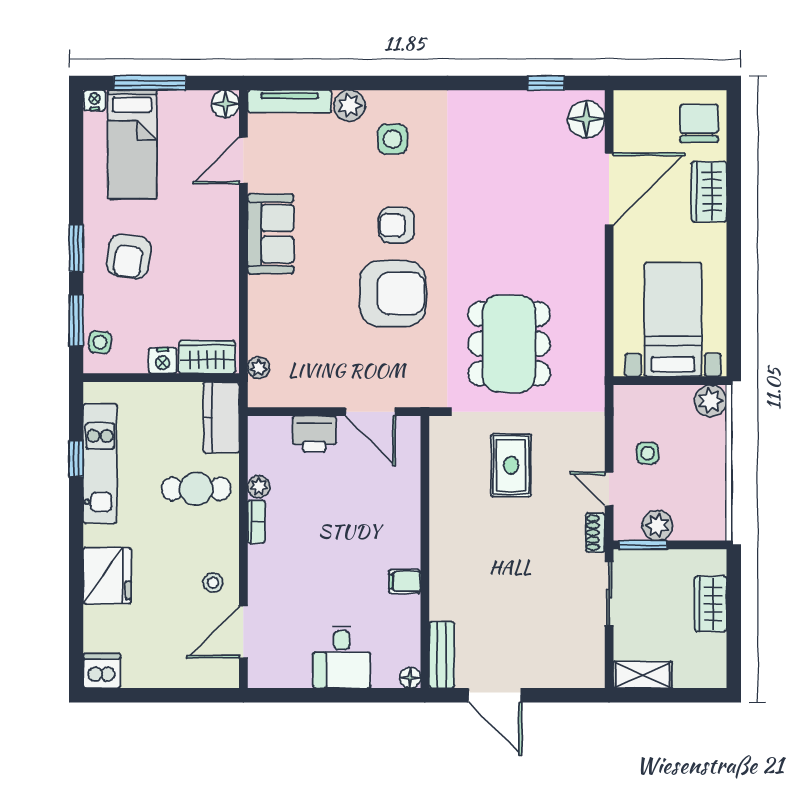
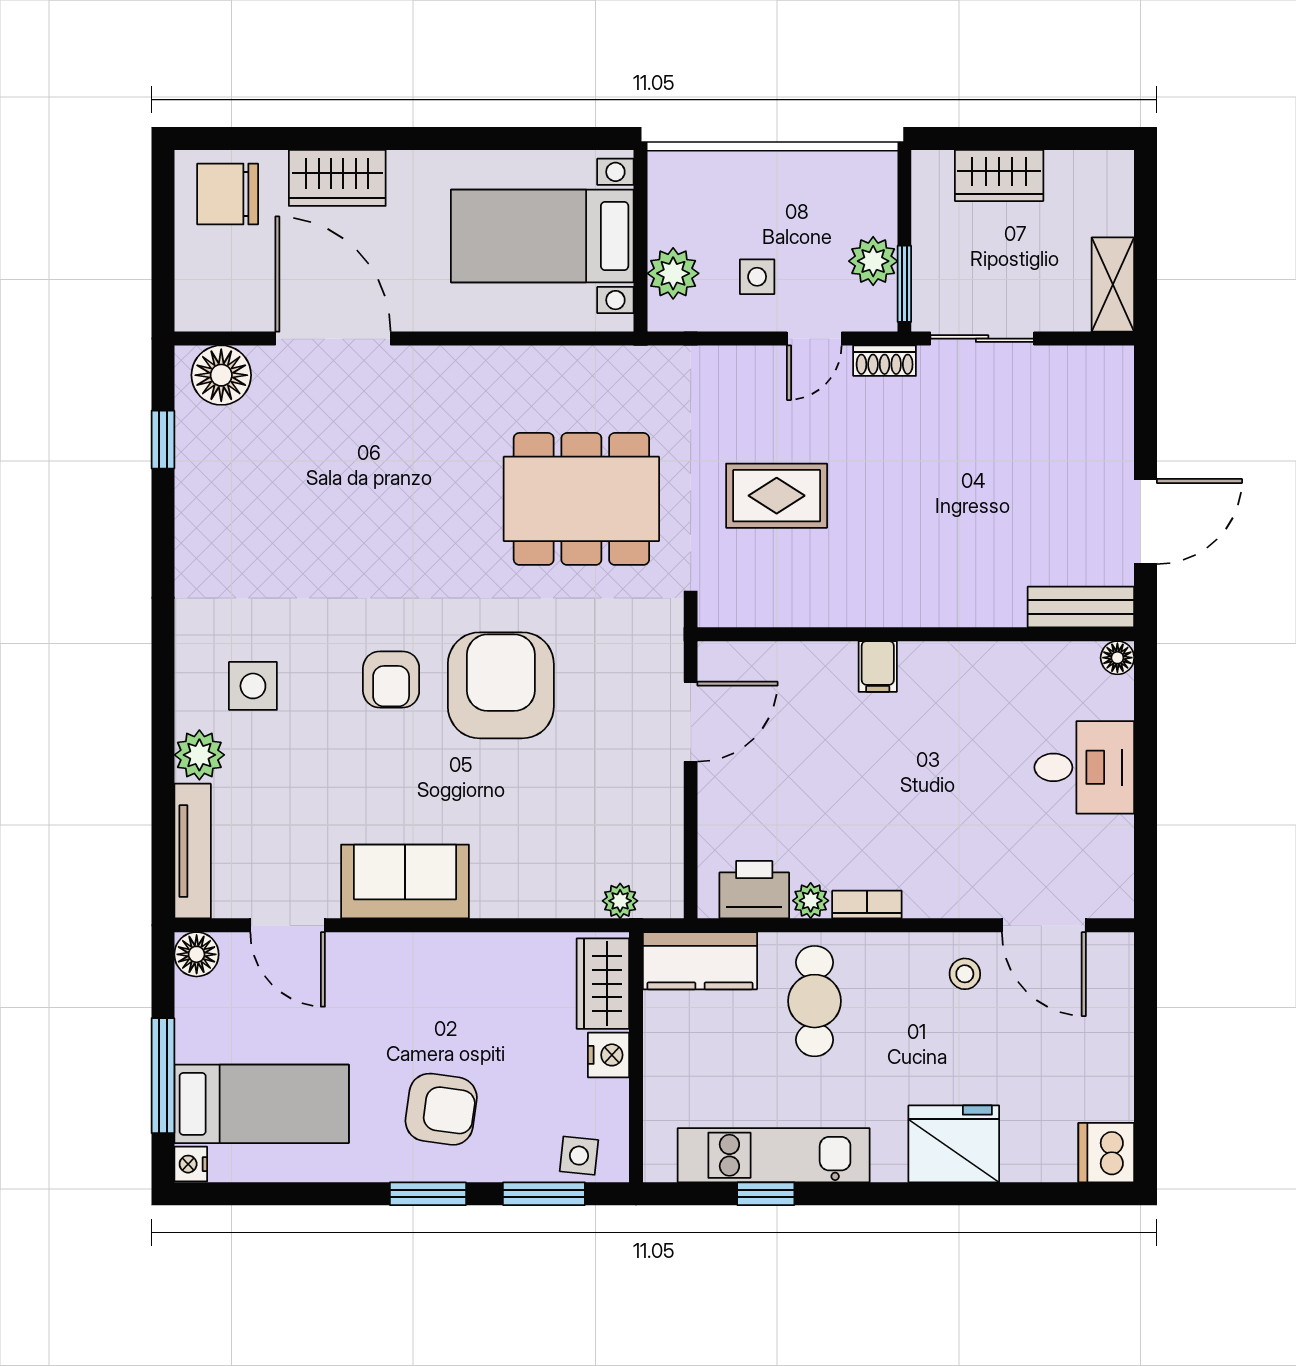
plant: (711, 401) -> (673, 273), moved
printer: (314, 434) -> (754, 890), moved, turned -90
filing cabinet: (405, 581) -> (878, 666), moved

